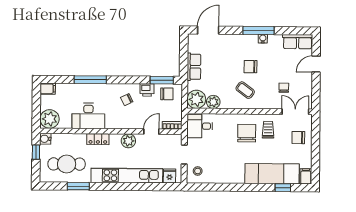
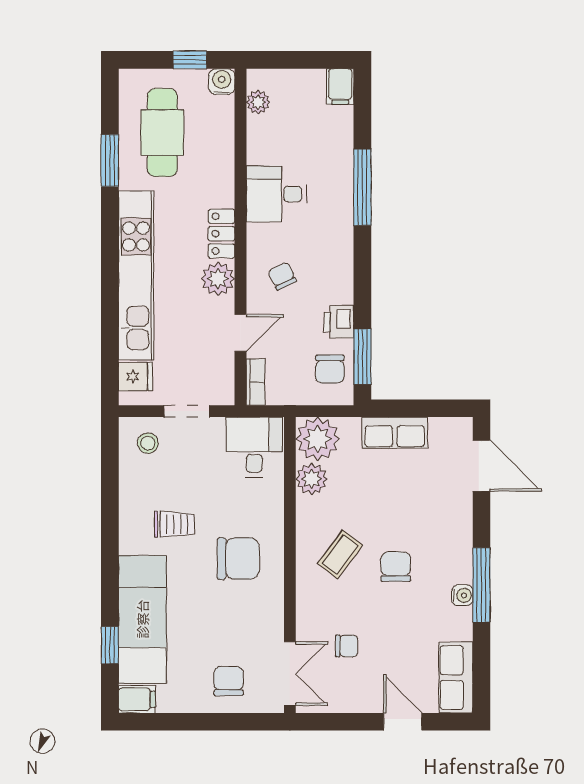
chair: (127, 100) -> (282, 276), moved
desk: (88, 116) -> (277, 194), width x0.73
plant: (50, 119) -> (258, 102), width x0.53, depth x0.53
trolley: (268, 130) -> (174, 524), moved
door: (151, 132) -> (240, 333), hinge flipped
locker: (98, 139) -> (222, 234), moved

